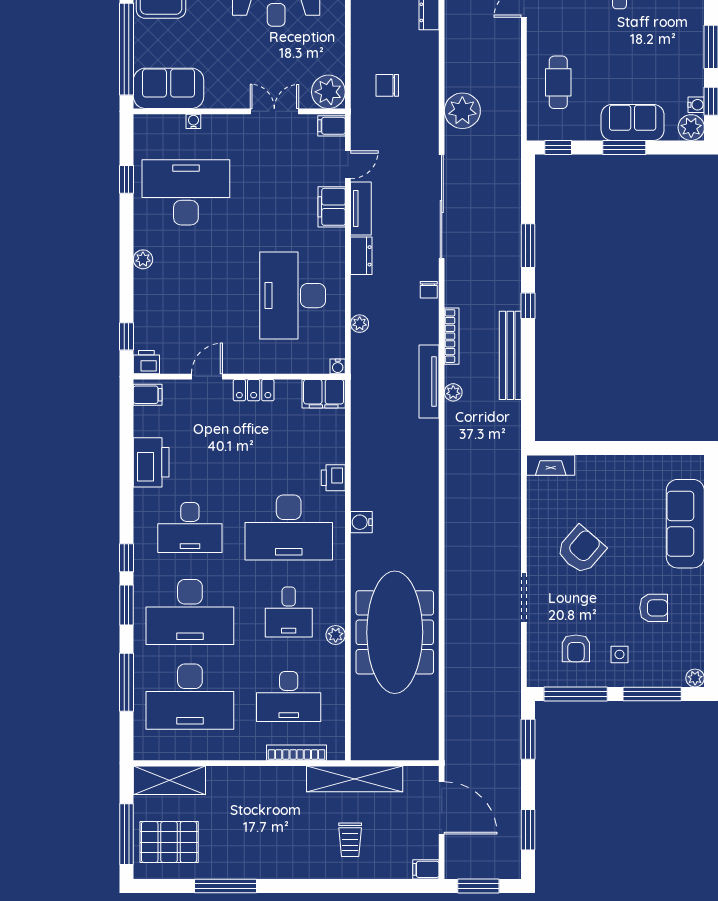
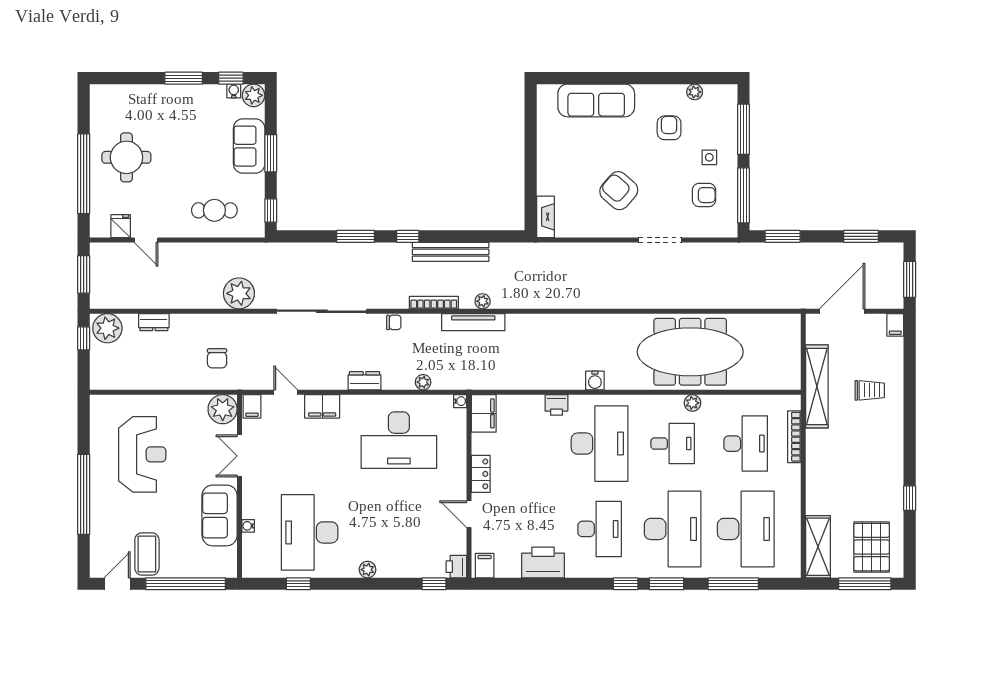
sofa: (169, 88) -> (220, 515), moved
tv unit: (361, 208) -> (324, 381), removed
plant: (695, 678) -> (695, 92), moved
window: (226, 886) -> (910, 498), width x0.46

